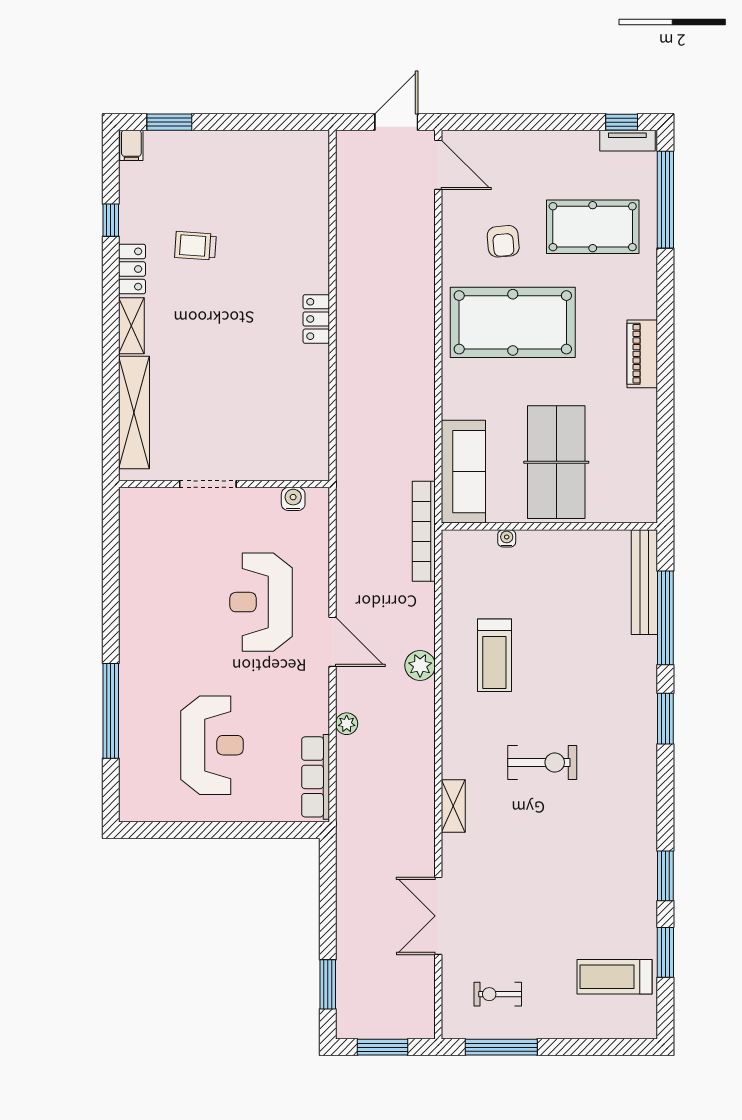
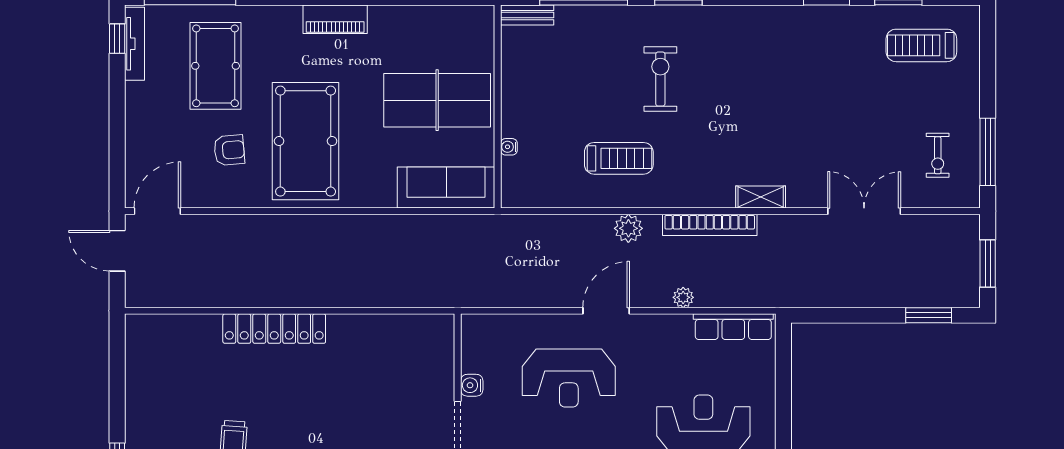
tv unit: (627, 141) -> (134, 44), width x1.41
locker: (316, 319) -> (274, 329), width x2.16, depth x1.21
water cooler: (293, 499) -> (472, 385), moved
bookcase: (424, 531) -> (710, 225), moved
bench: (644, 582) -> (527, 15), width x0.54, depth x0.82
exercise bike: (542, 762) -> (660, 79), moved
double door: (438, 916) -> (864, 211), swing flipped
treadmill: (614, 977) -> (921, 45), turned 90

